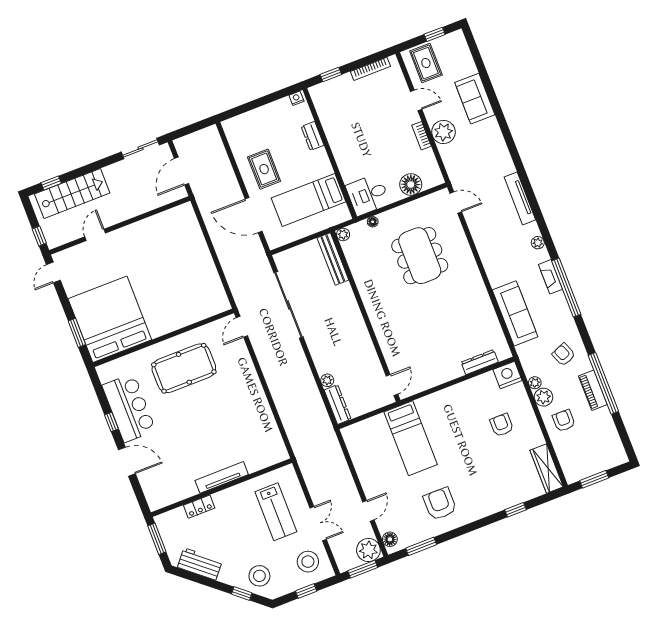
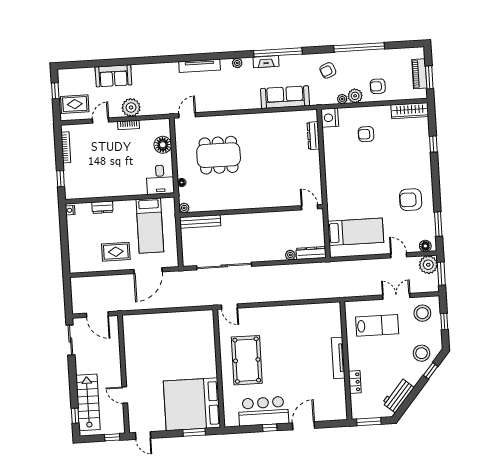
piano: (593, 390) -> (419, 74), moved, turned 90
bed: (411, 438) -> (356, 232), moved

